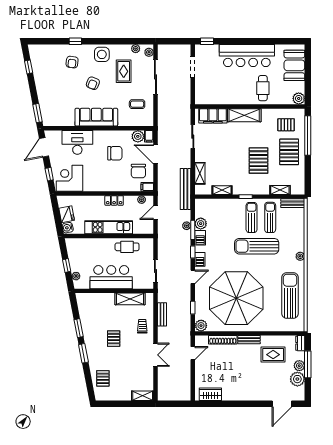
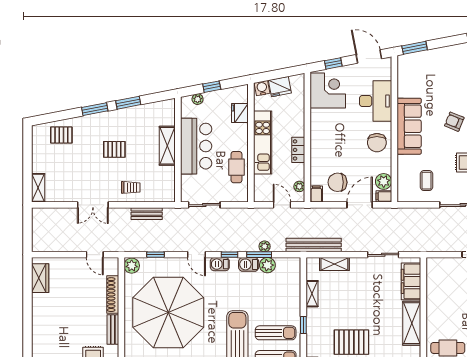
chair: (115, 153) -> (377, 143), moved
fridge: (86, 244) -> (240, 113), added
shelving: (130, 299) -> (167, 146), moved

